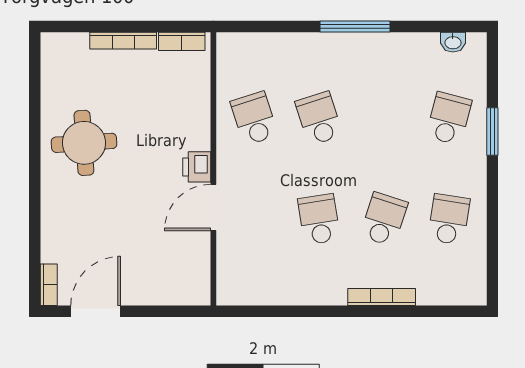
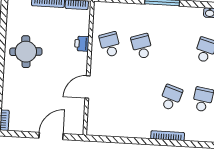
printer: (197, 167) -> (82, 44), moved
school desk: (319, 219) -> (139, 96), removed
door: (96, 311) -> (51, 136), moved

